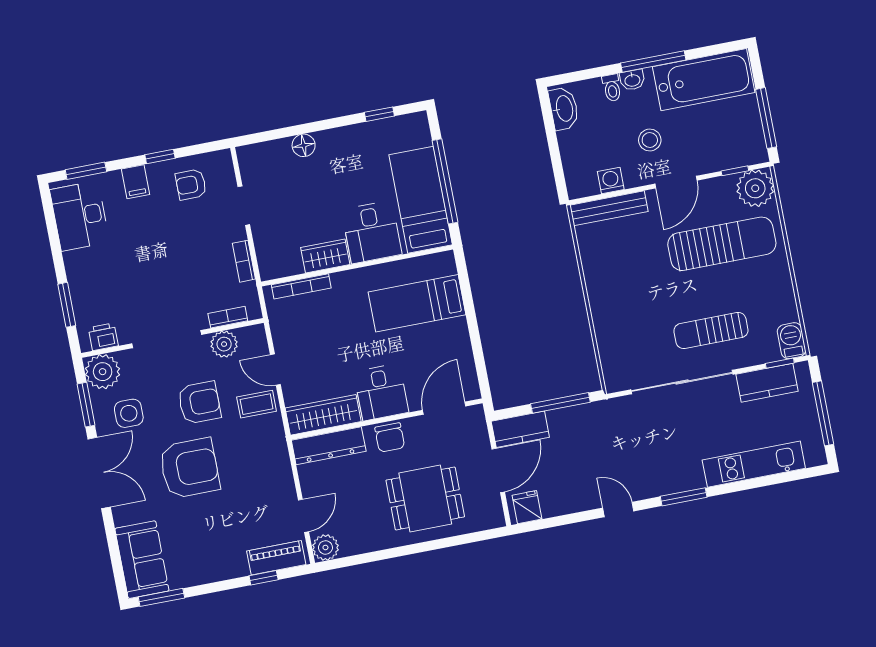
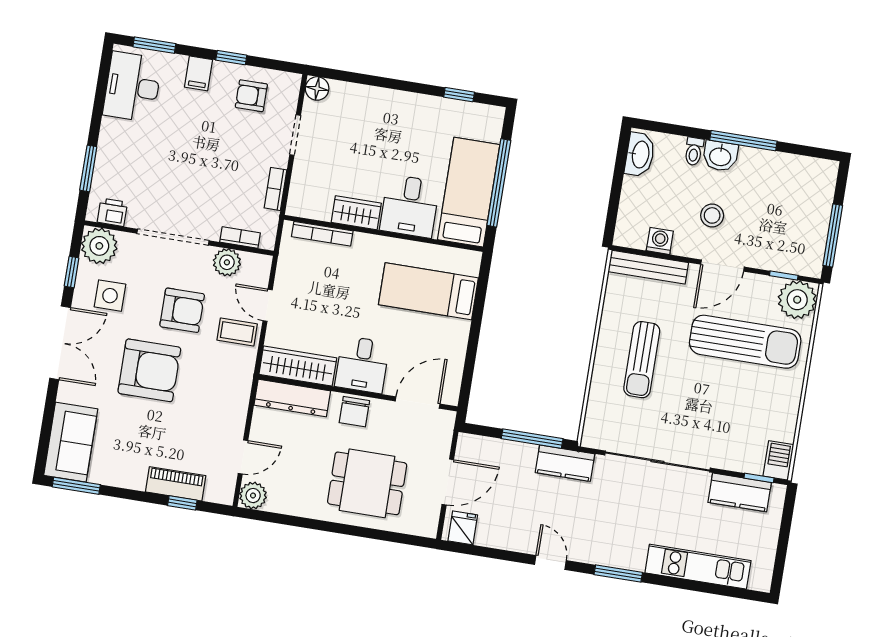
washbasin: (632, 80) -> (720, 156), width x1.38, depth x1.45
bathtub: (704, 80) -> (786, 176), removed
floor lamp: (304, 145) -> (317, 88), moved
sun lounger: (711, 331) -> (642, 360), moved, turned -90
window: (86, 405) -> (72, 272), width x0.67
window: (823, 413) -> (783, 542), removed
kitchen counter: (520, 429) -> (565, 463), moved
piano: (276, 558) -> (176, 484), moved

